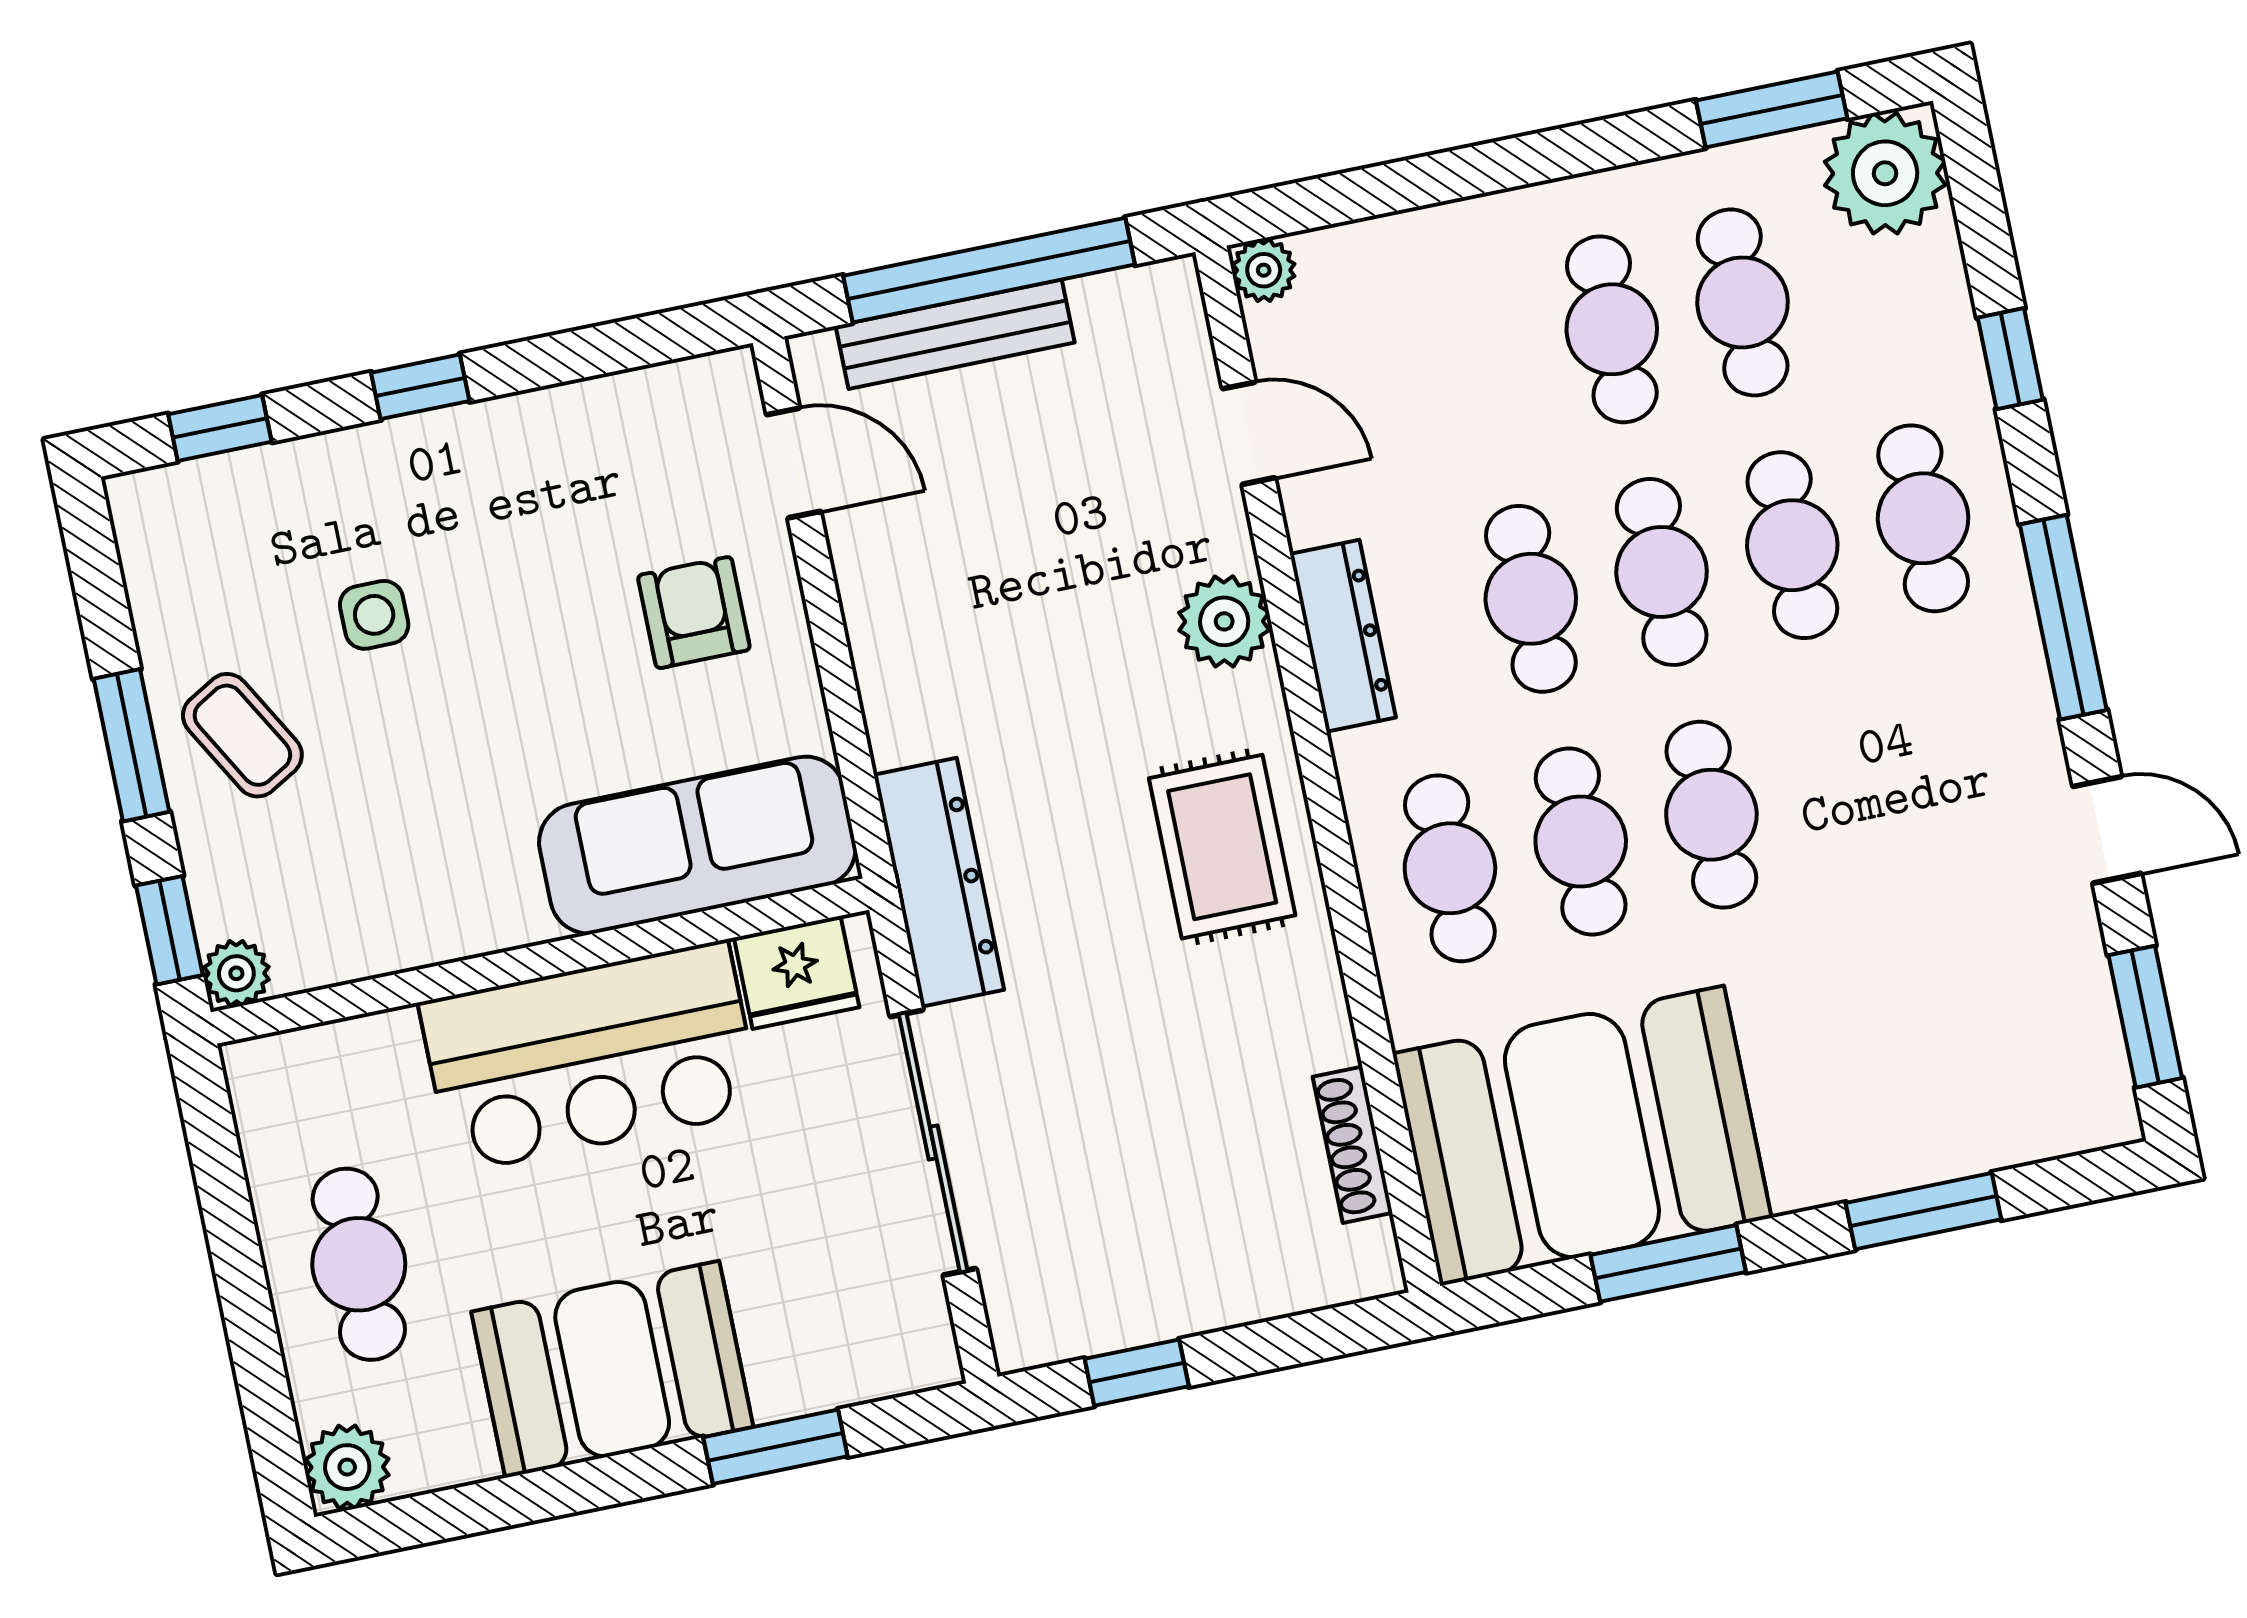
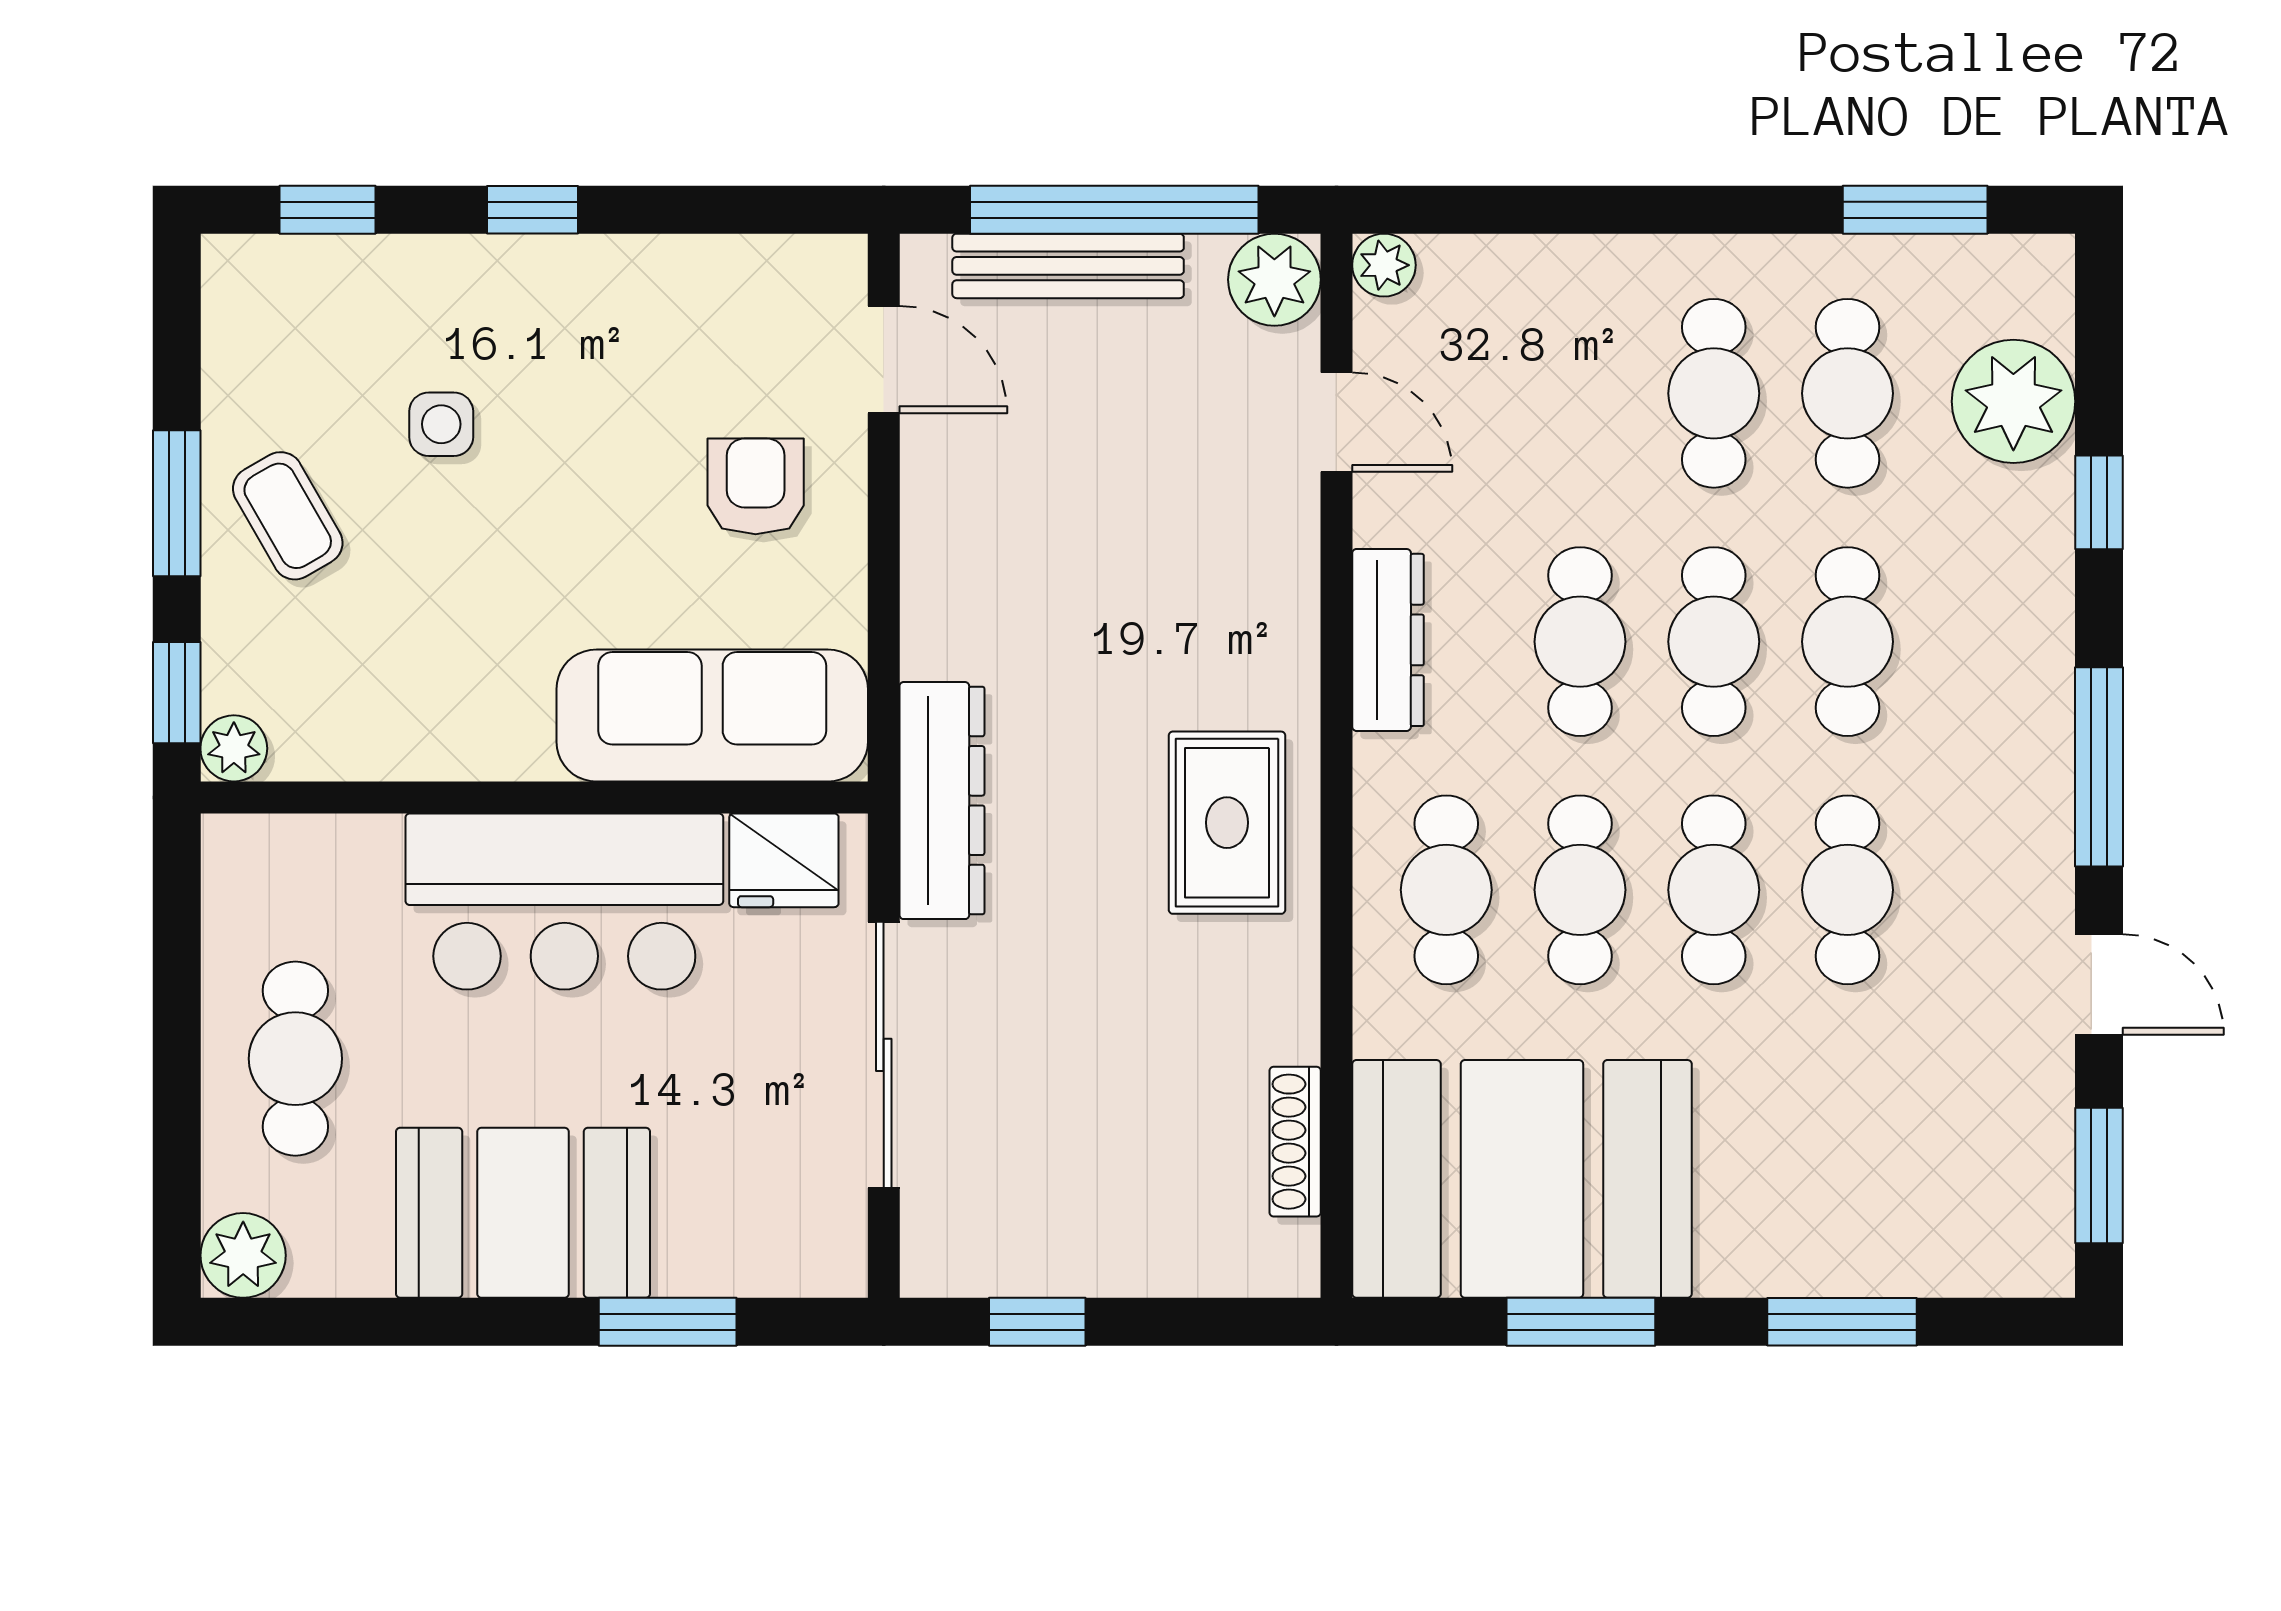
plant: (1885, 173) -> (2013, 401), moved
cafe table: (1923, 518) -> (1848, 890), moved
plant: (1224, 621) -> (1274, 280), moved

